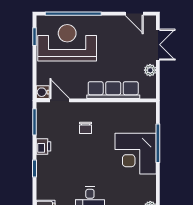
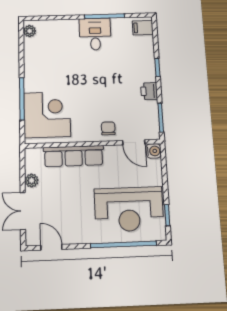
chair: (86, 128) -> (108, 128), moved
corner desk: (136, 154) -> (47, 115), moved

